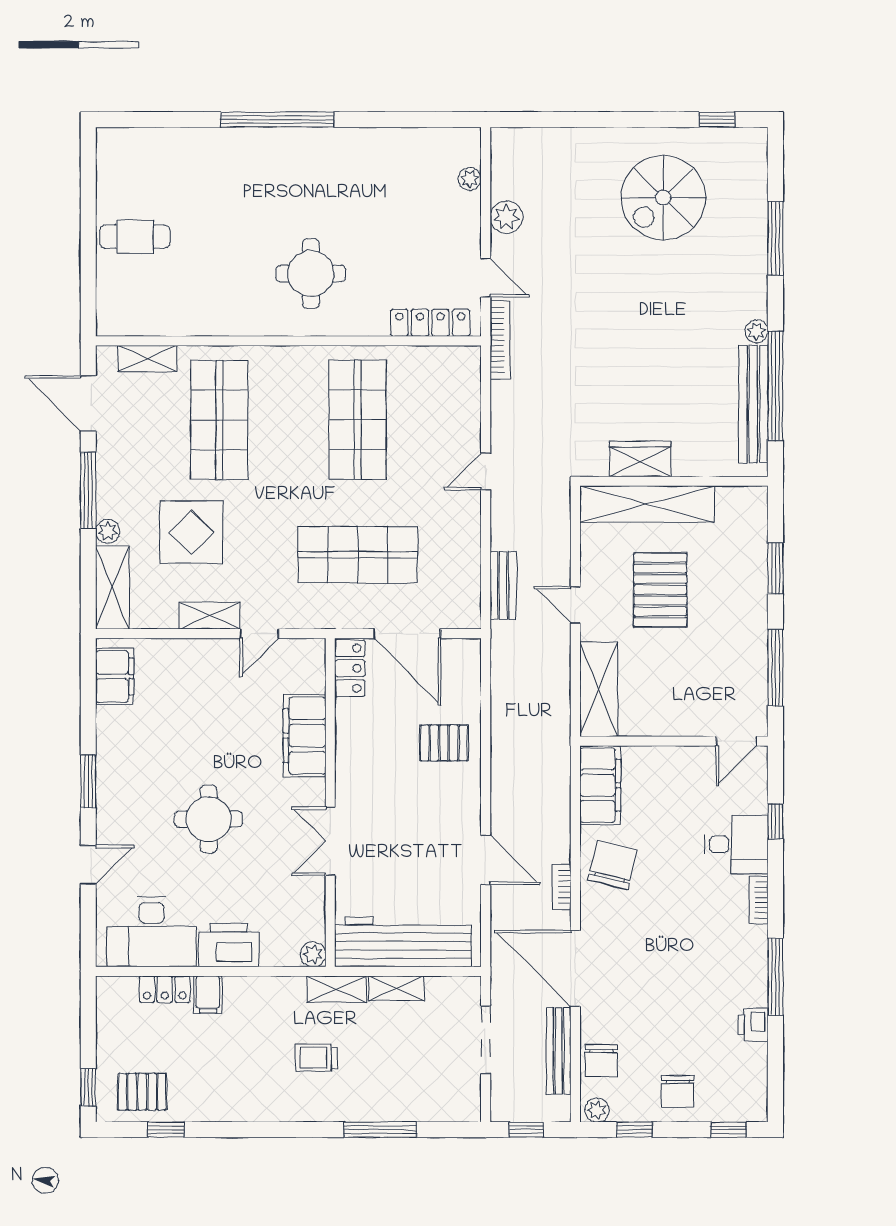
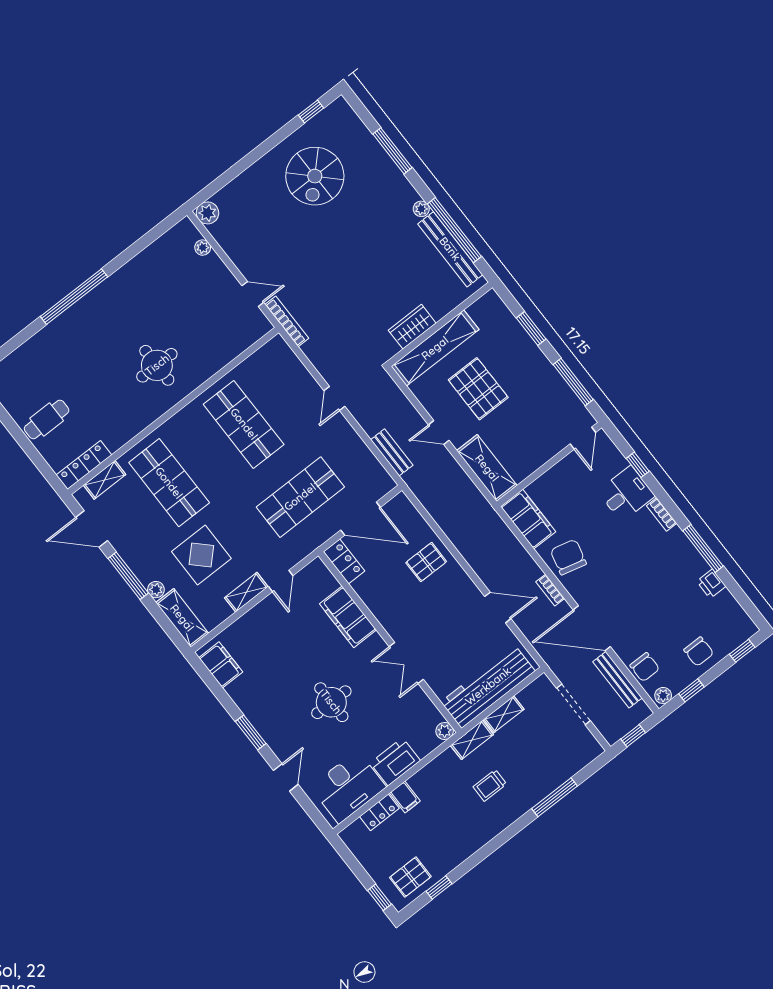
plant: (506, 217) -> (207, 213), moved
locker: (430, 323) -> (84, 465), moved

